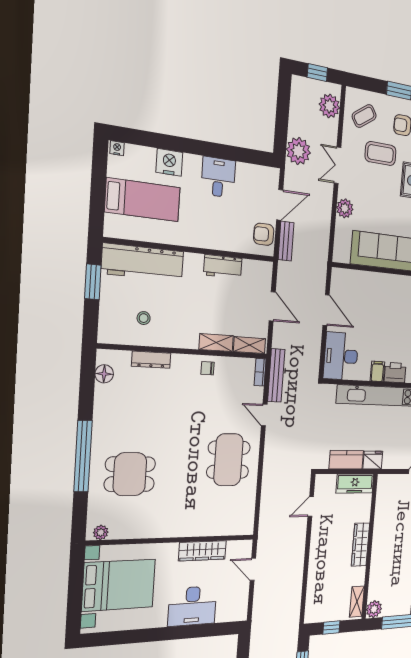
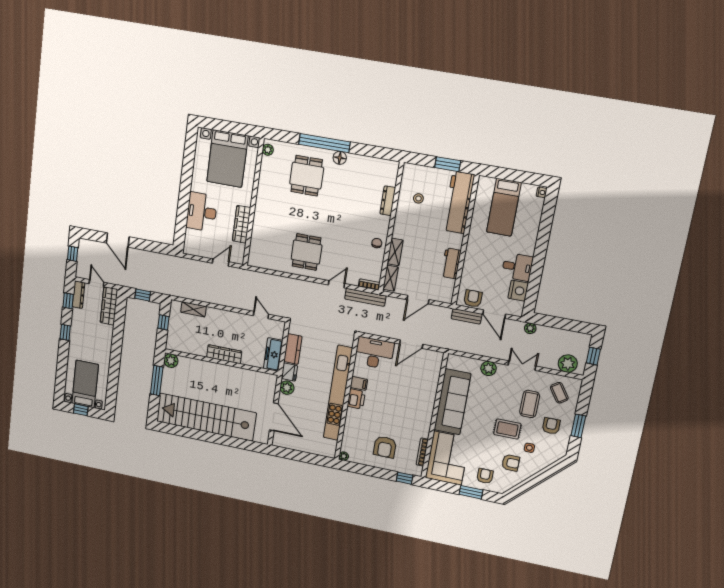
plant: (298, 151) -> (530, 328), width x0.53, depth x0.53
nightstand: (169, 162) -> (518, 291), moved
floor lamp: (104, 374) -> (340, 158), moved
dining table: (228, 460) -> (306, 252), width x0.73
plant: (391, 460) -> (287, 388), added
shelving: (357, 602) -> (193, 309), moved

